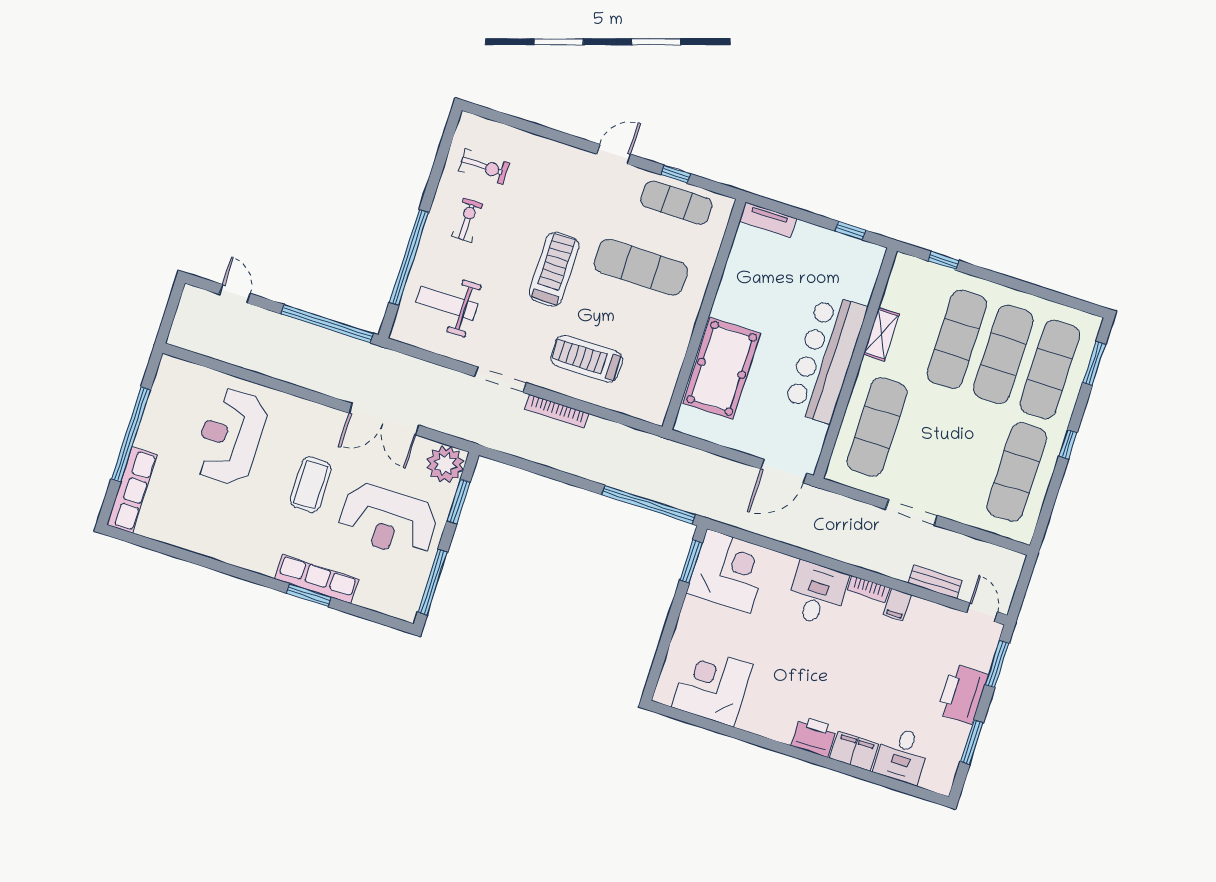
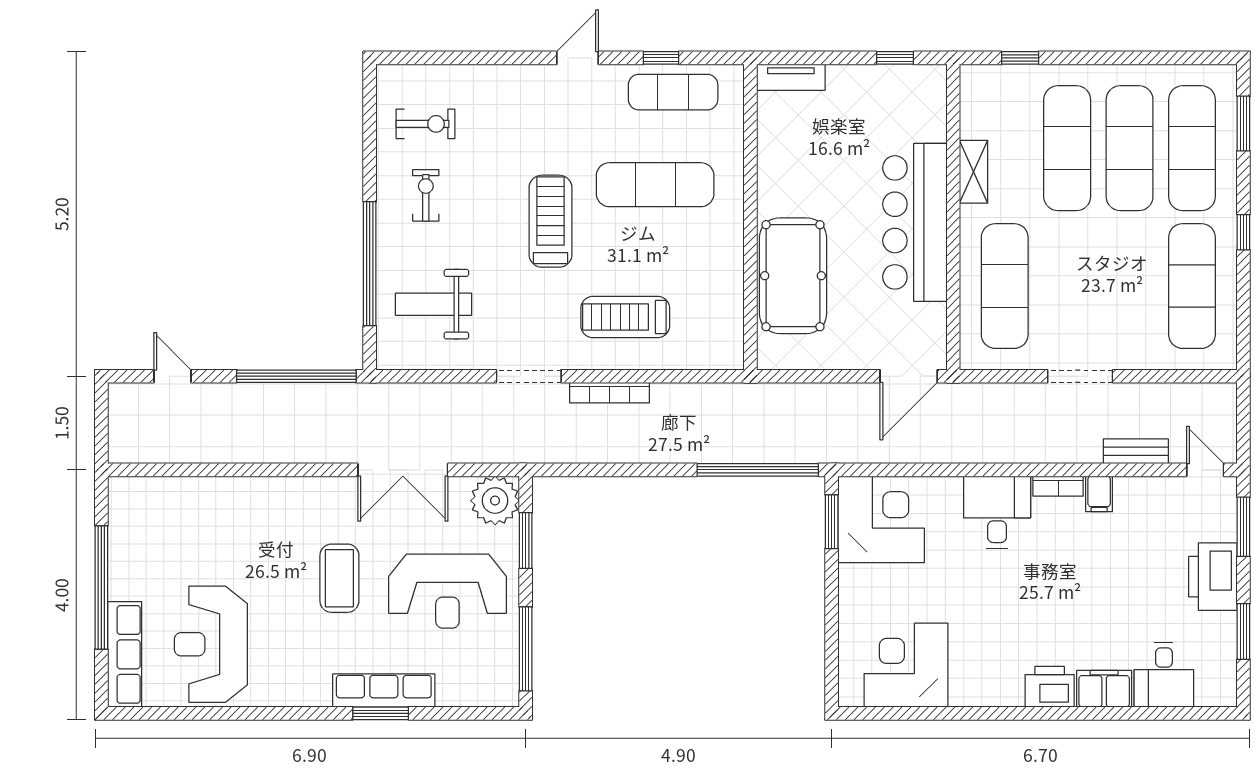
reception desk: (230, 437) -> (211, 644), moved

